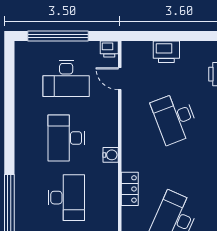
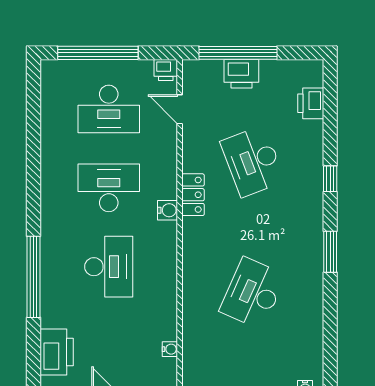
window: (164, 36) -> (238, 53), added
desk: (66, 138) -> (109, 188), turned 90
locker: (130, 189) -> (193, 195), moved

